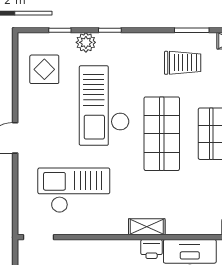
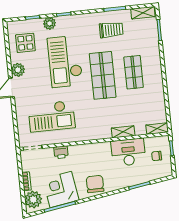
plant: (28, 111) -> (18, 70), added
checkout: (74, 190) -> (52, 116), turned 180
shelving: (147, 227) -> (123, 132), moved
printer: (152, 249) -> (61, 152), moved

